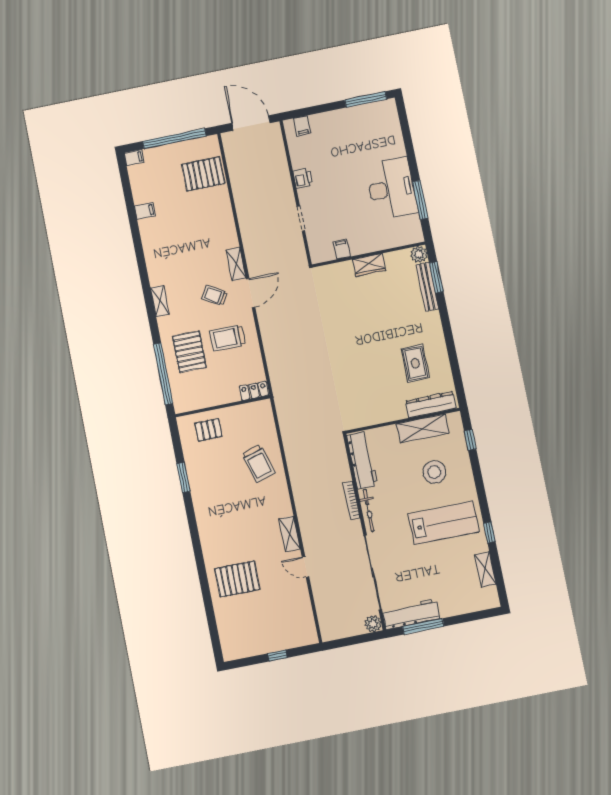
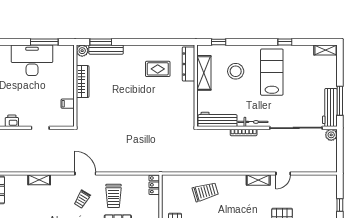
shelving: (236, 264) -> (39, 180), moved
wardrobe: (369, 265) -> (83, 82), width x1.50
shelving: (485, 569) -> (325, 50), moved

